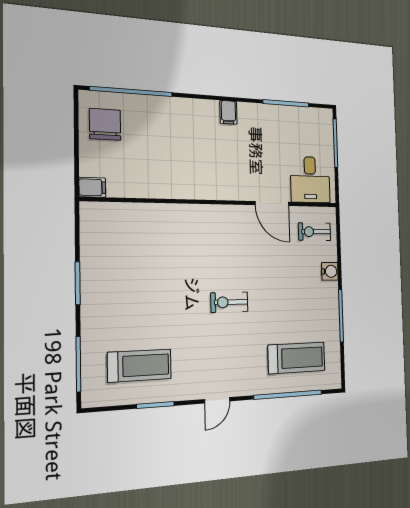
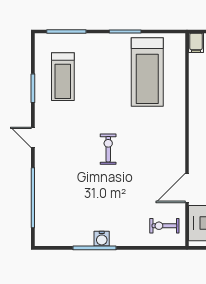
exercise bike: (315, 232) -> (164, 226), turned -90
water cooler: (330, 271) -> (102, 239), moved
treadmill: (297, 358) -> (147, 72), moved, width x1.37, depth x1.38

